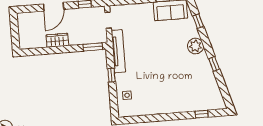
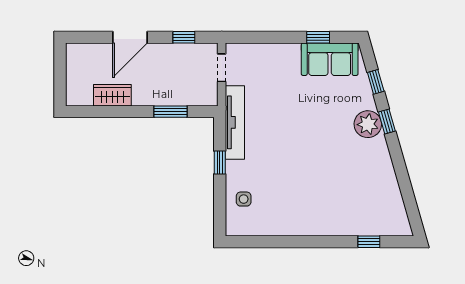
wardrobe: (57, 40) -> (112, 95), moved
window: (93, 47) -> (171, 112), moved
window: (214, 64) -> (387, 122), moved

